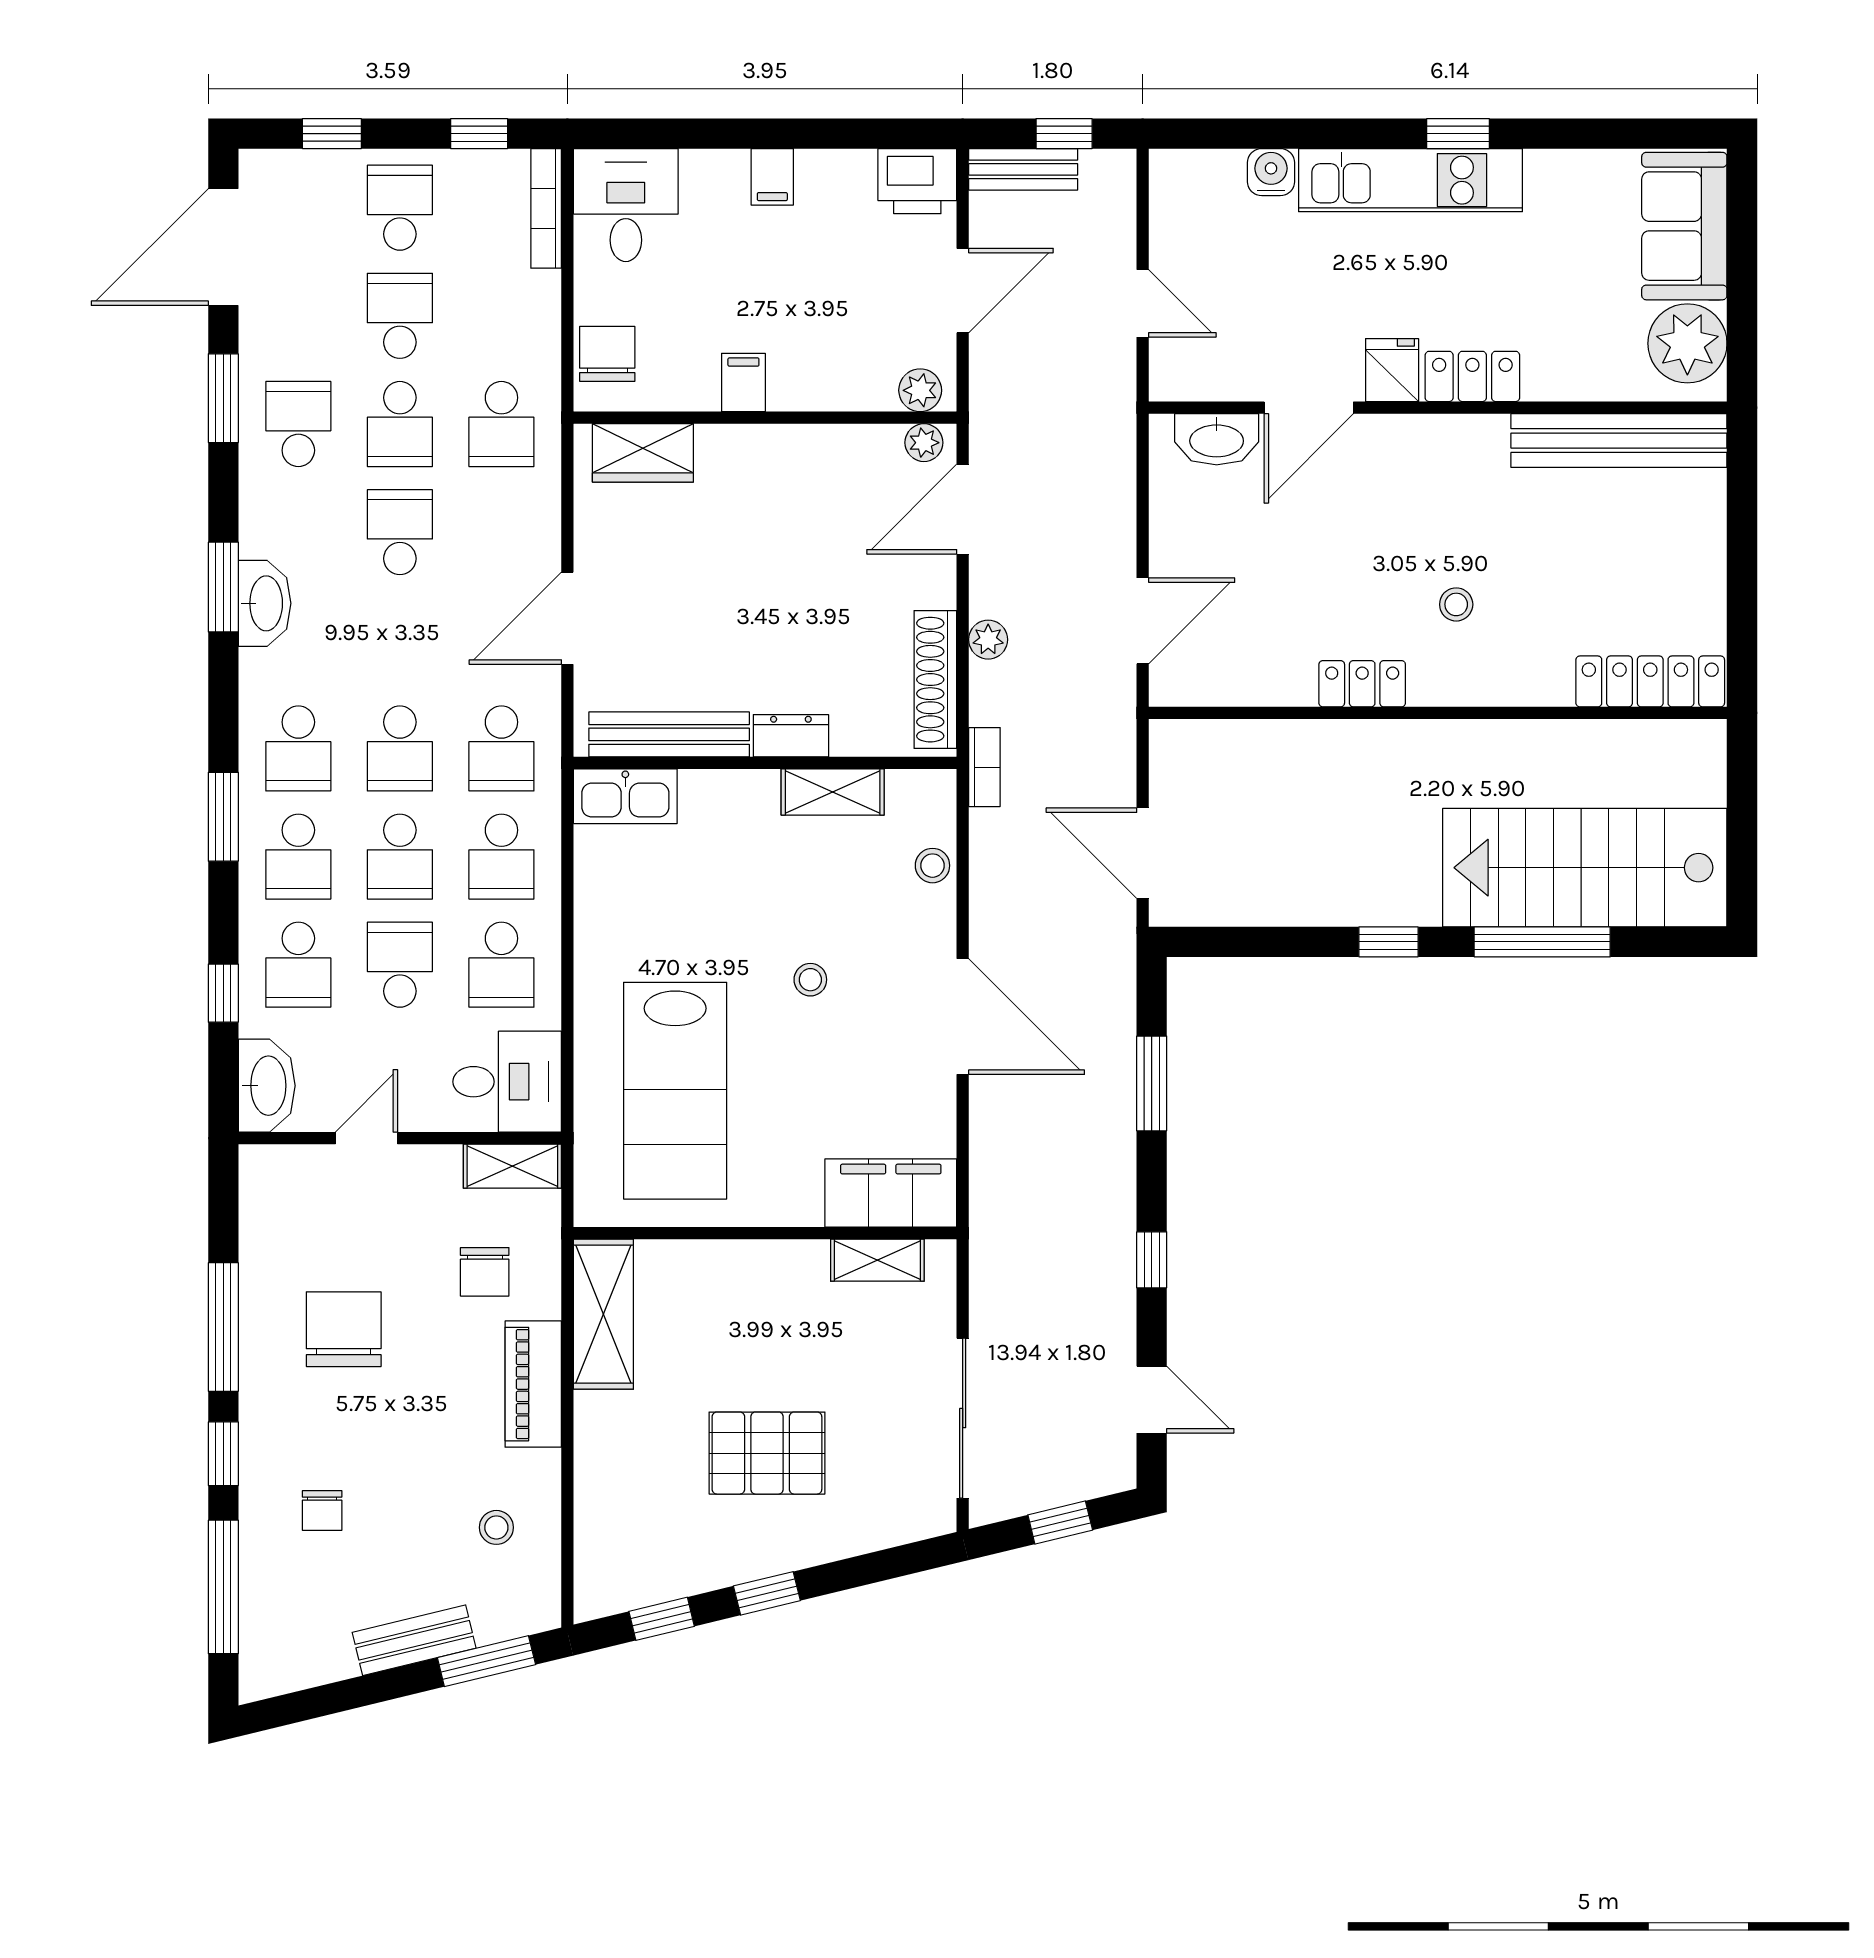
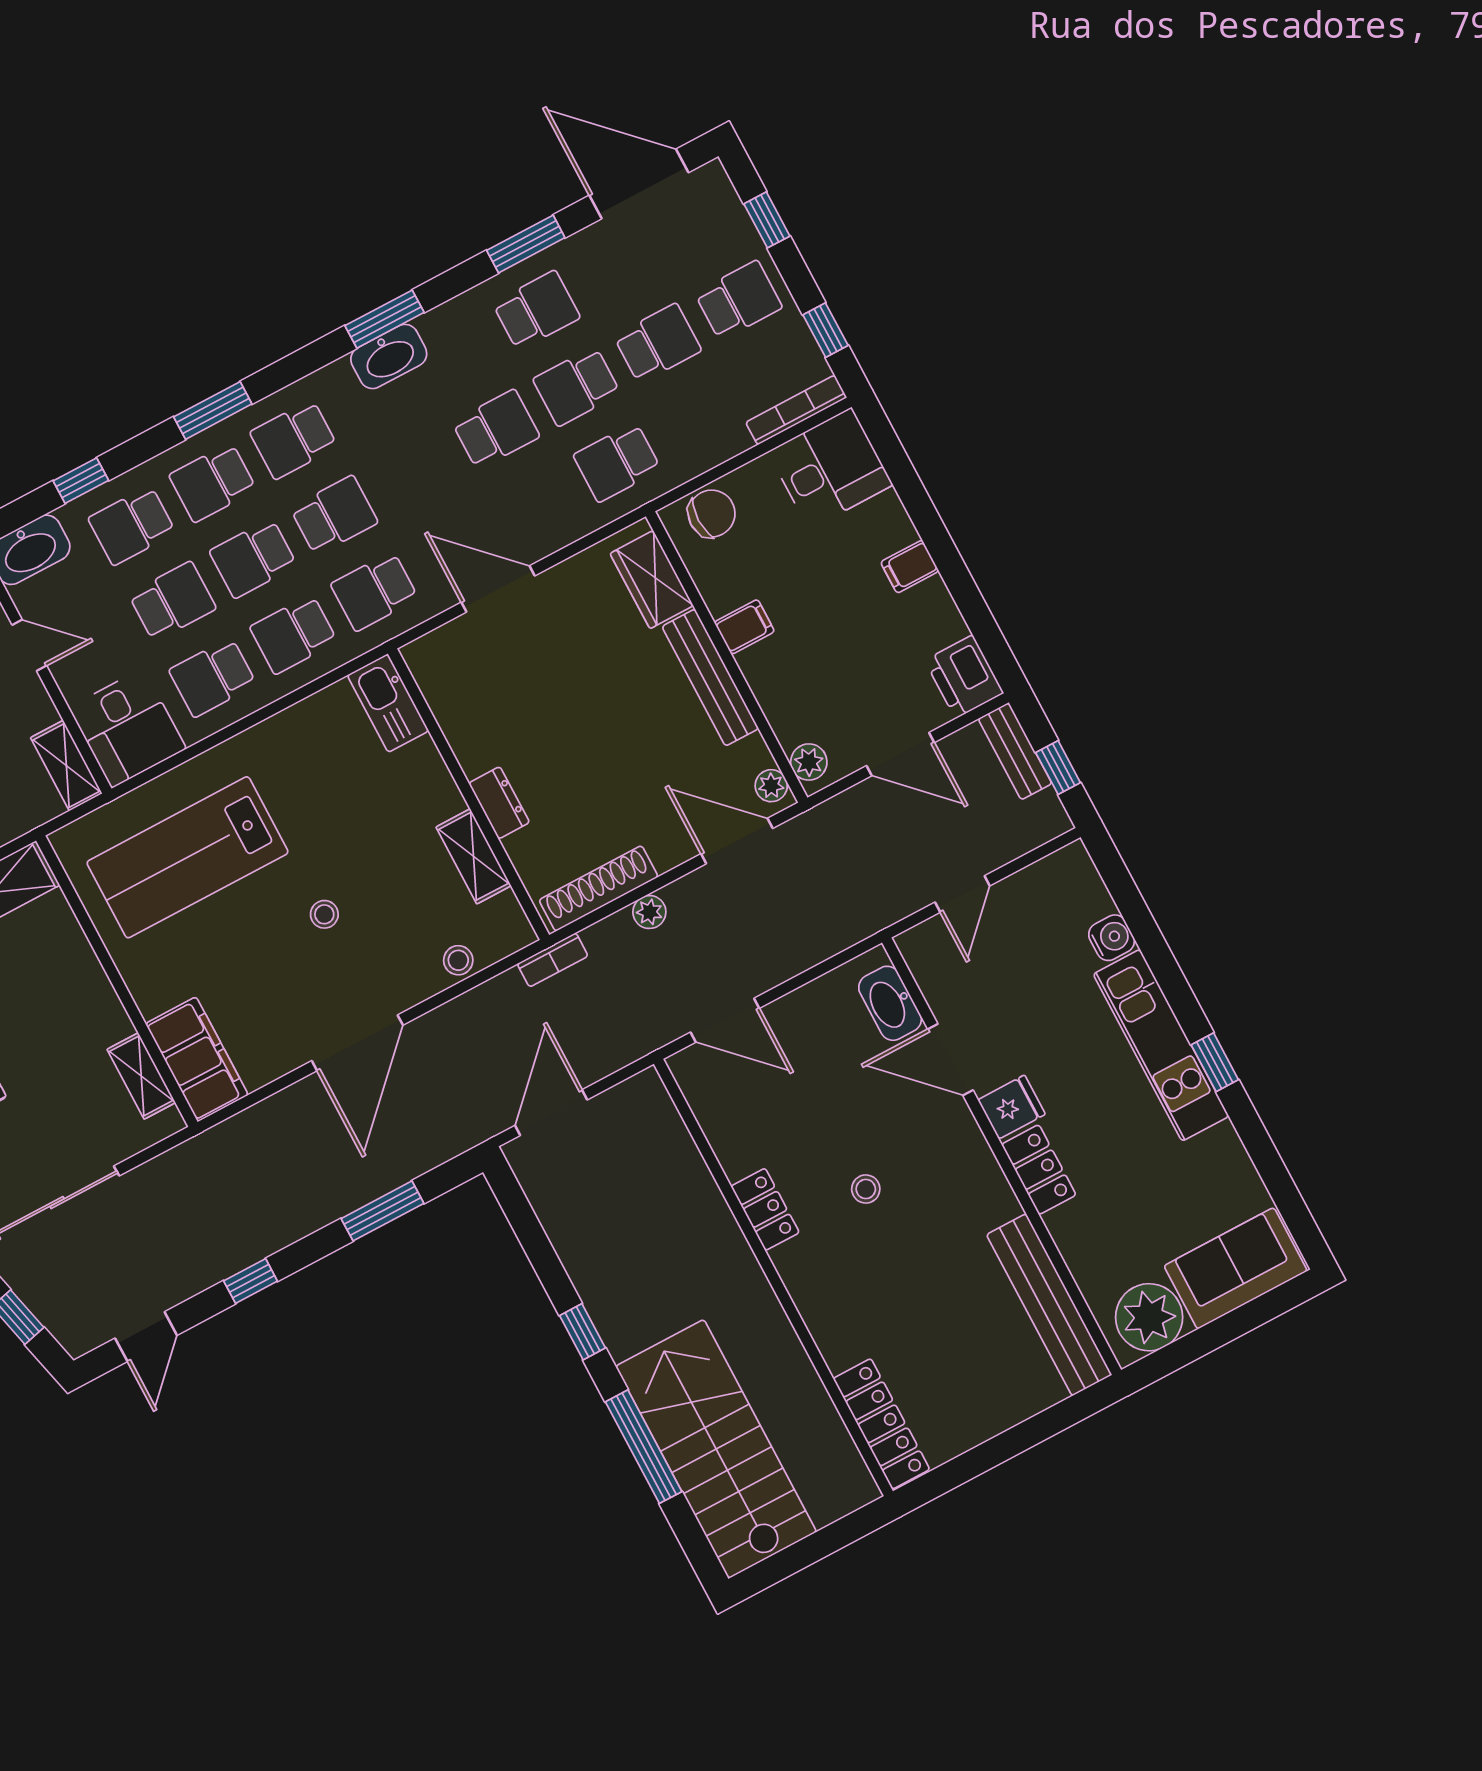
stool: (1456, 604) -> (866, 1189), moved
bench: (669, 734) -> (710, 678), moved
school desk: (400, 748) -> (334, 515), turned 180

